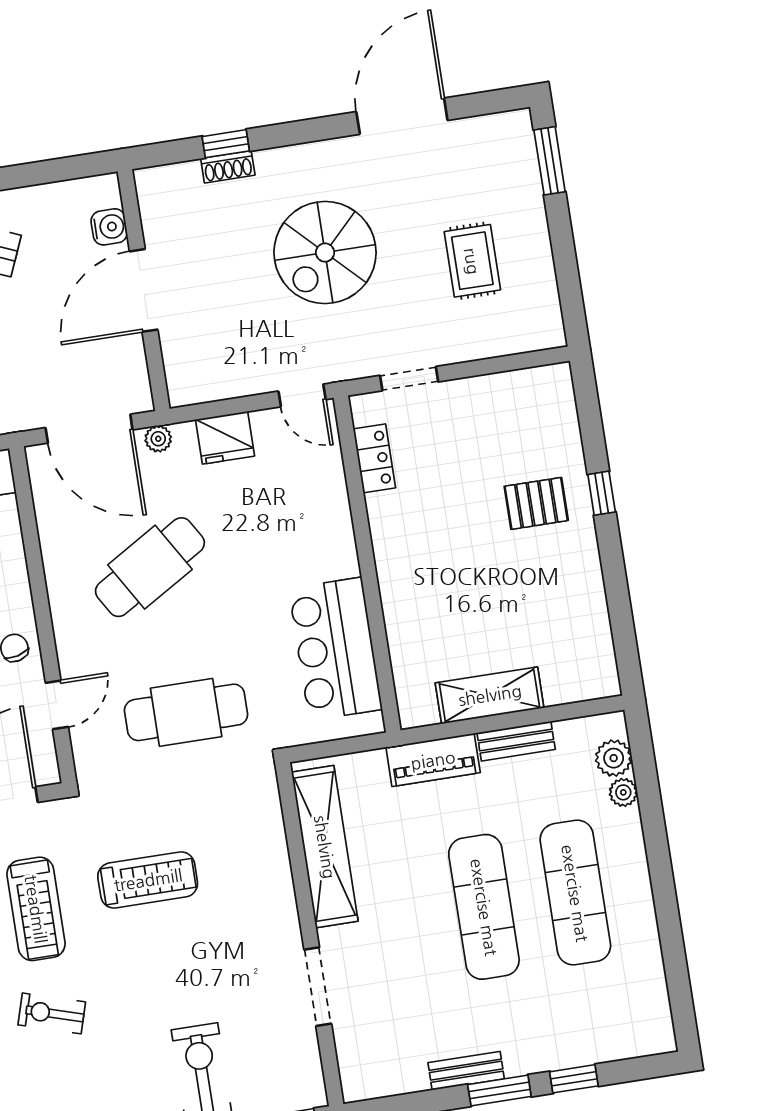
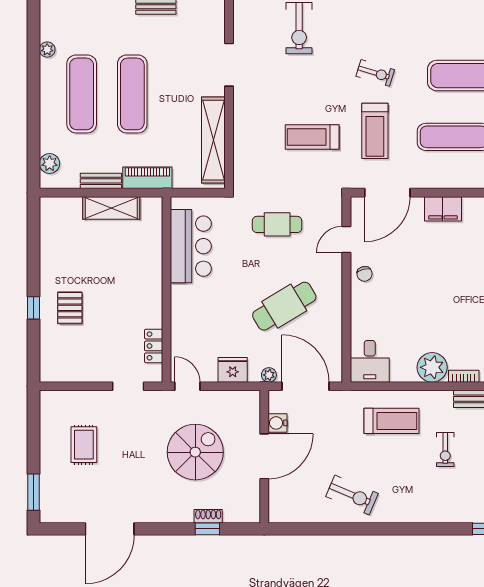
water cooler: (109, 227) -> (278, 423), moved
spiral stairs: (325, 253) -> (195, 452), moved
pallet: (536, 503) -> (70, 308), turned 90
cafe table: (186, 712) -> (277, 224), width x0.73, depth x0.74
plant: (623, 792) -> (47, 50), moved
treadmill: (36, 909) -> (375, 131), turned 180

